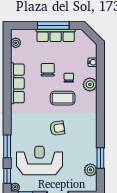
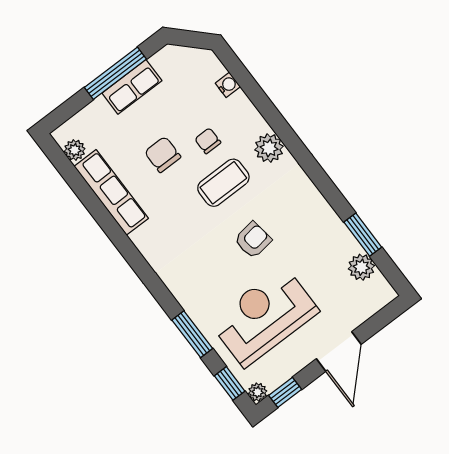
row of seats: (56, 35) -> (132, 87), width x0.68
row of seats: (17, 83) -> (111, 192), moved
plant: (90, 84) -> (269, 148), moved

